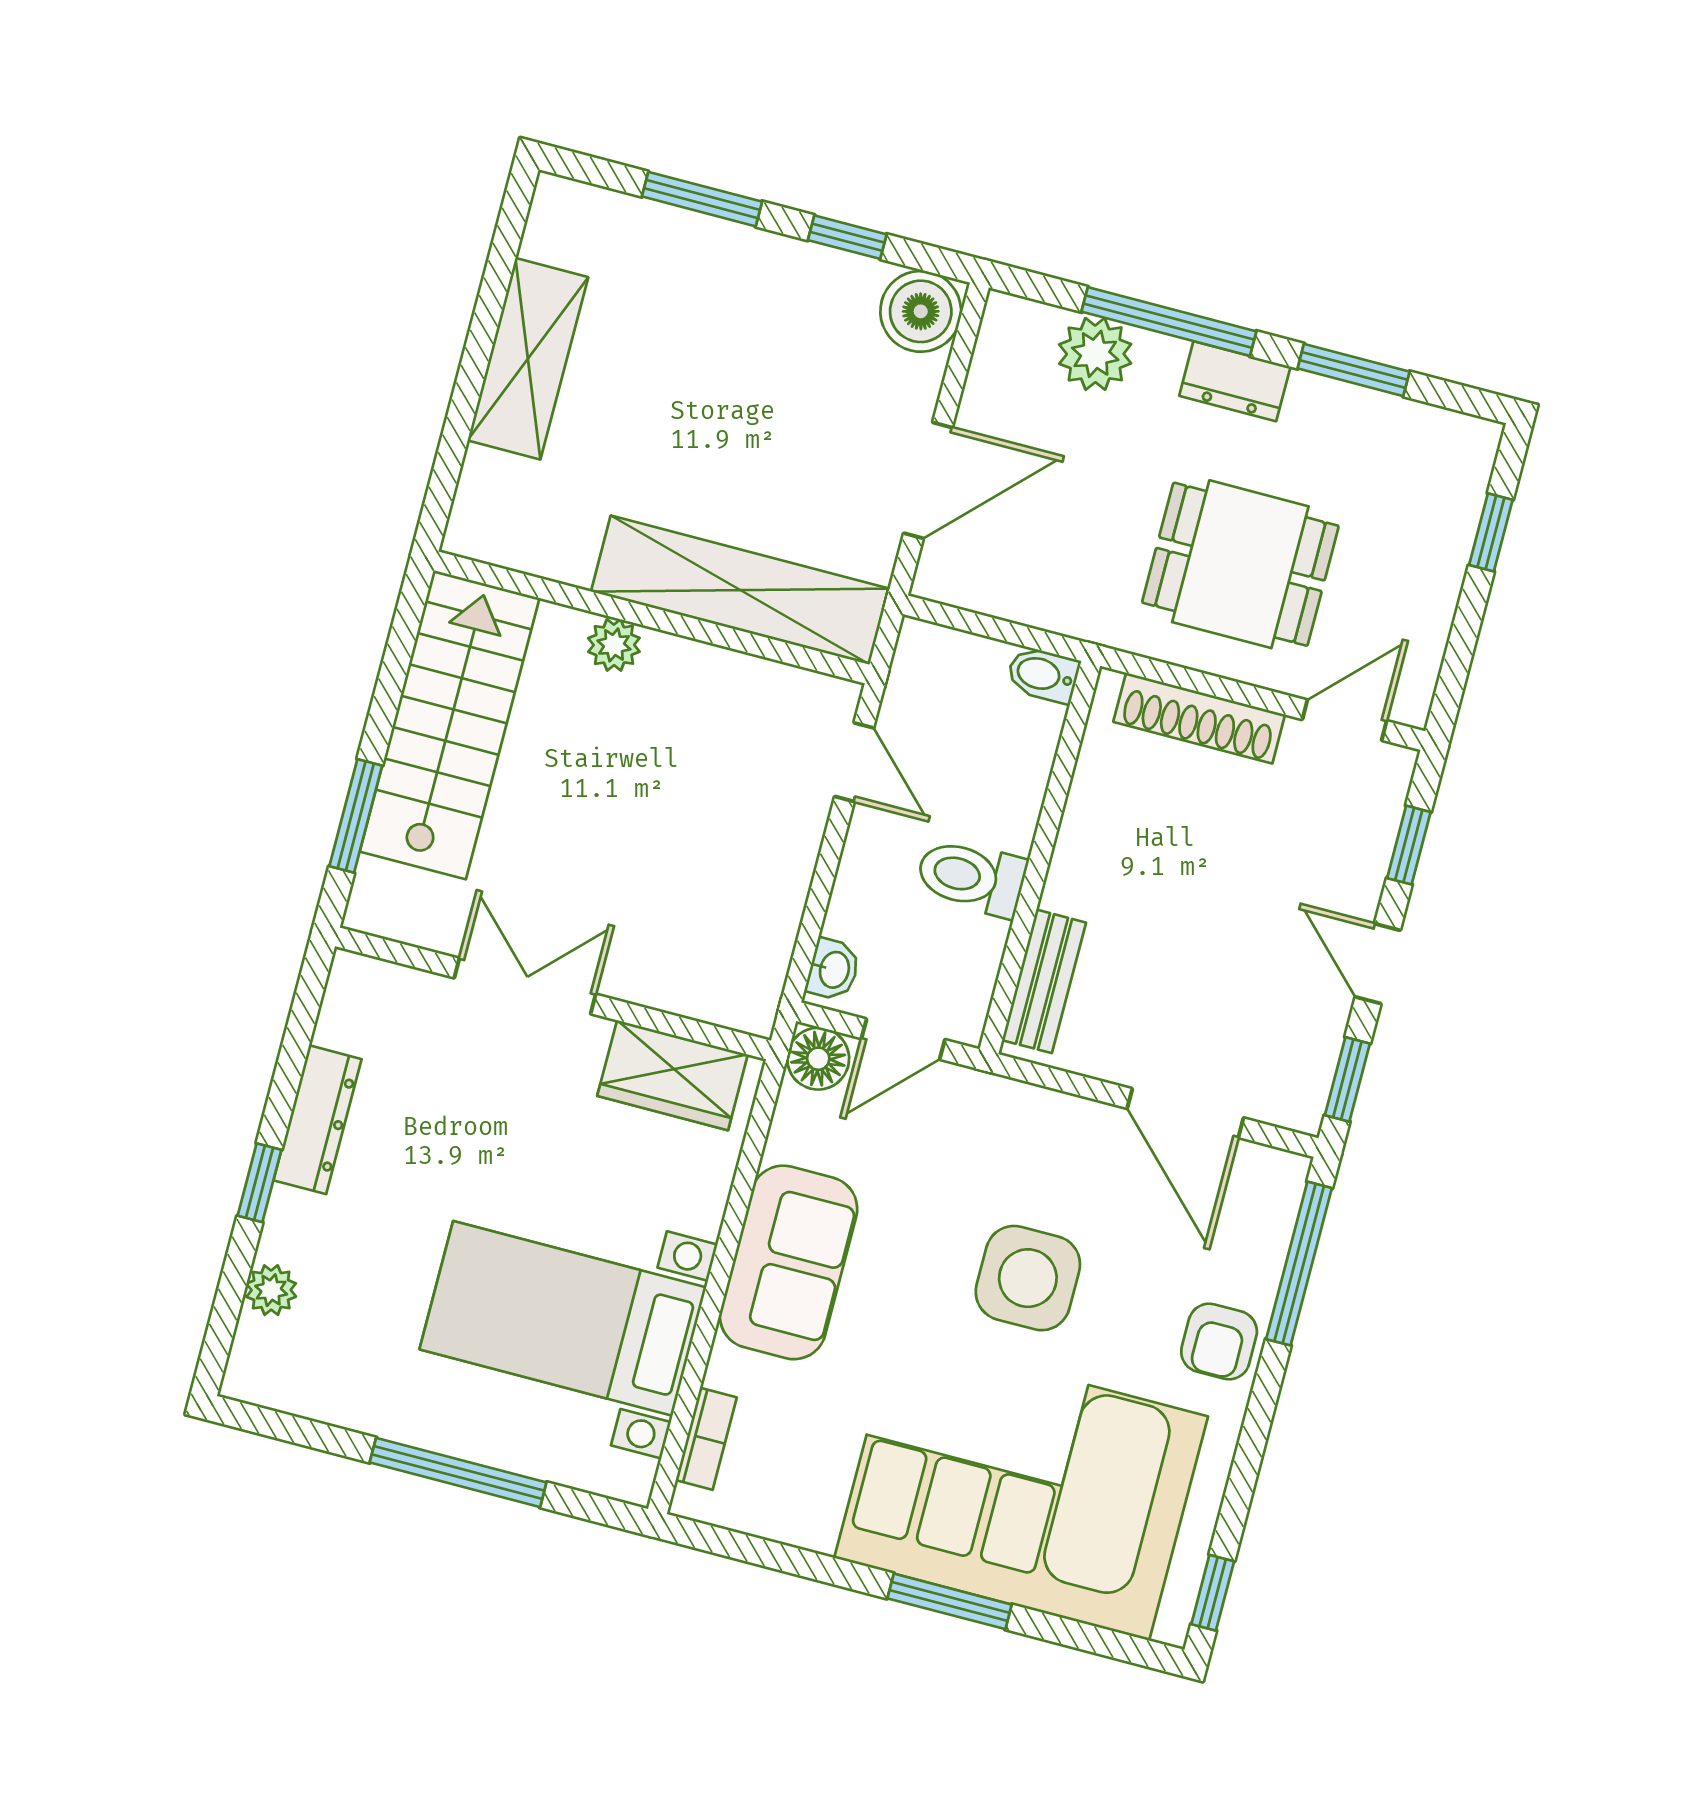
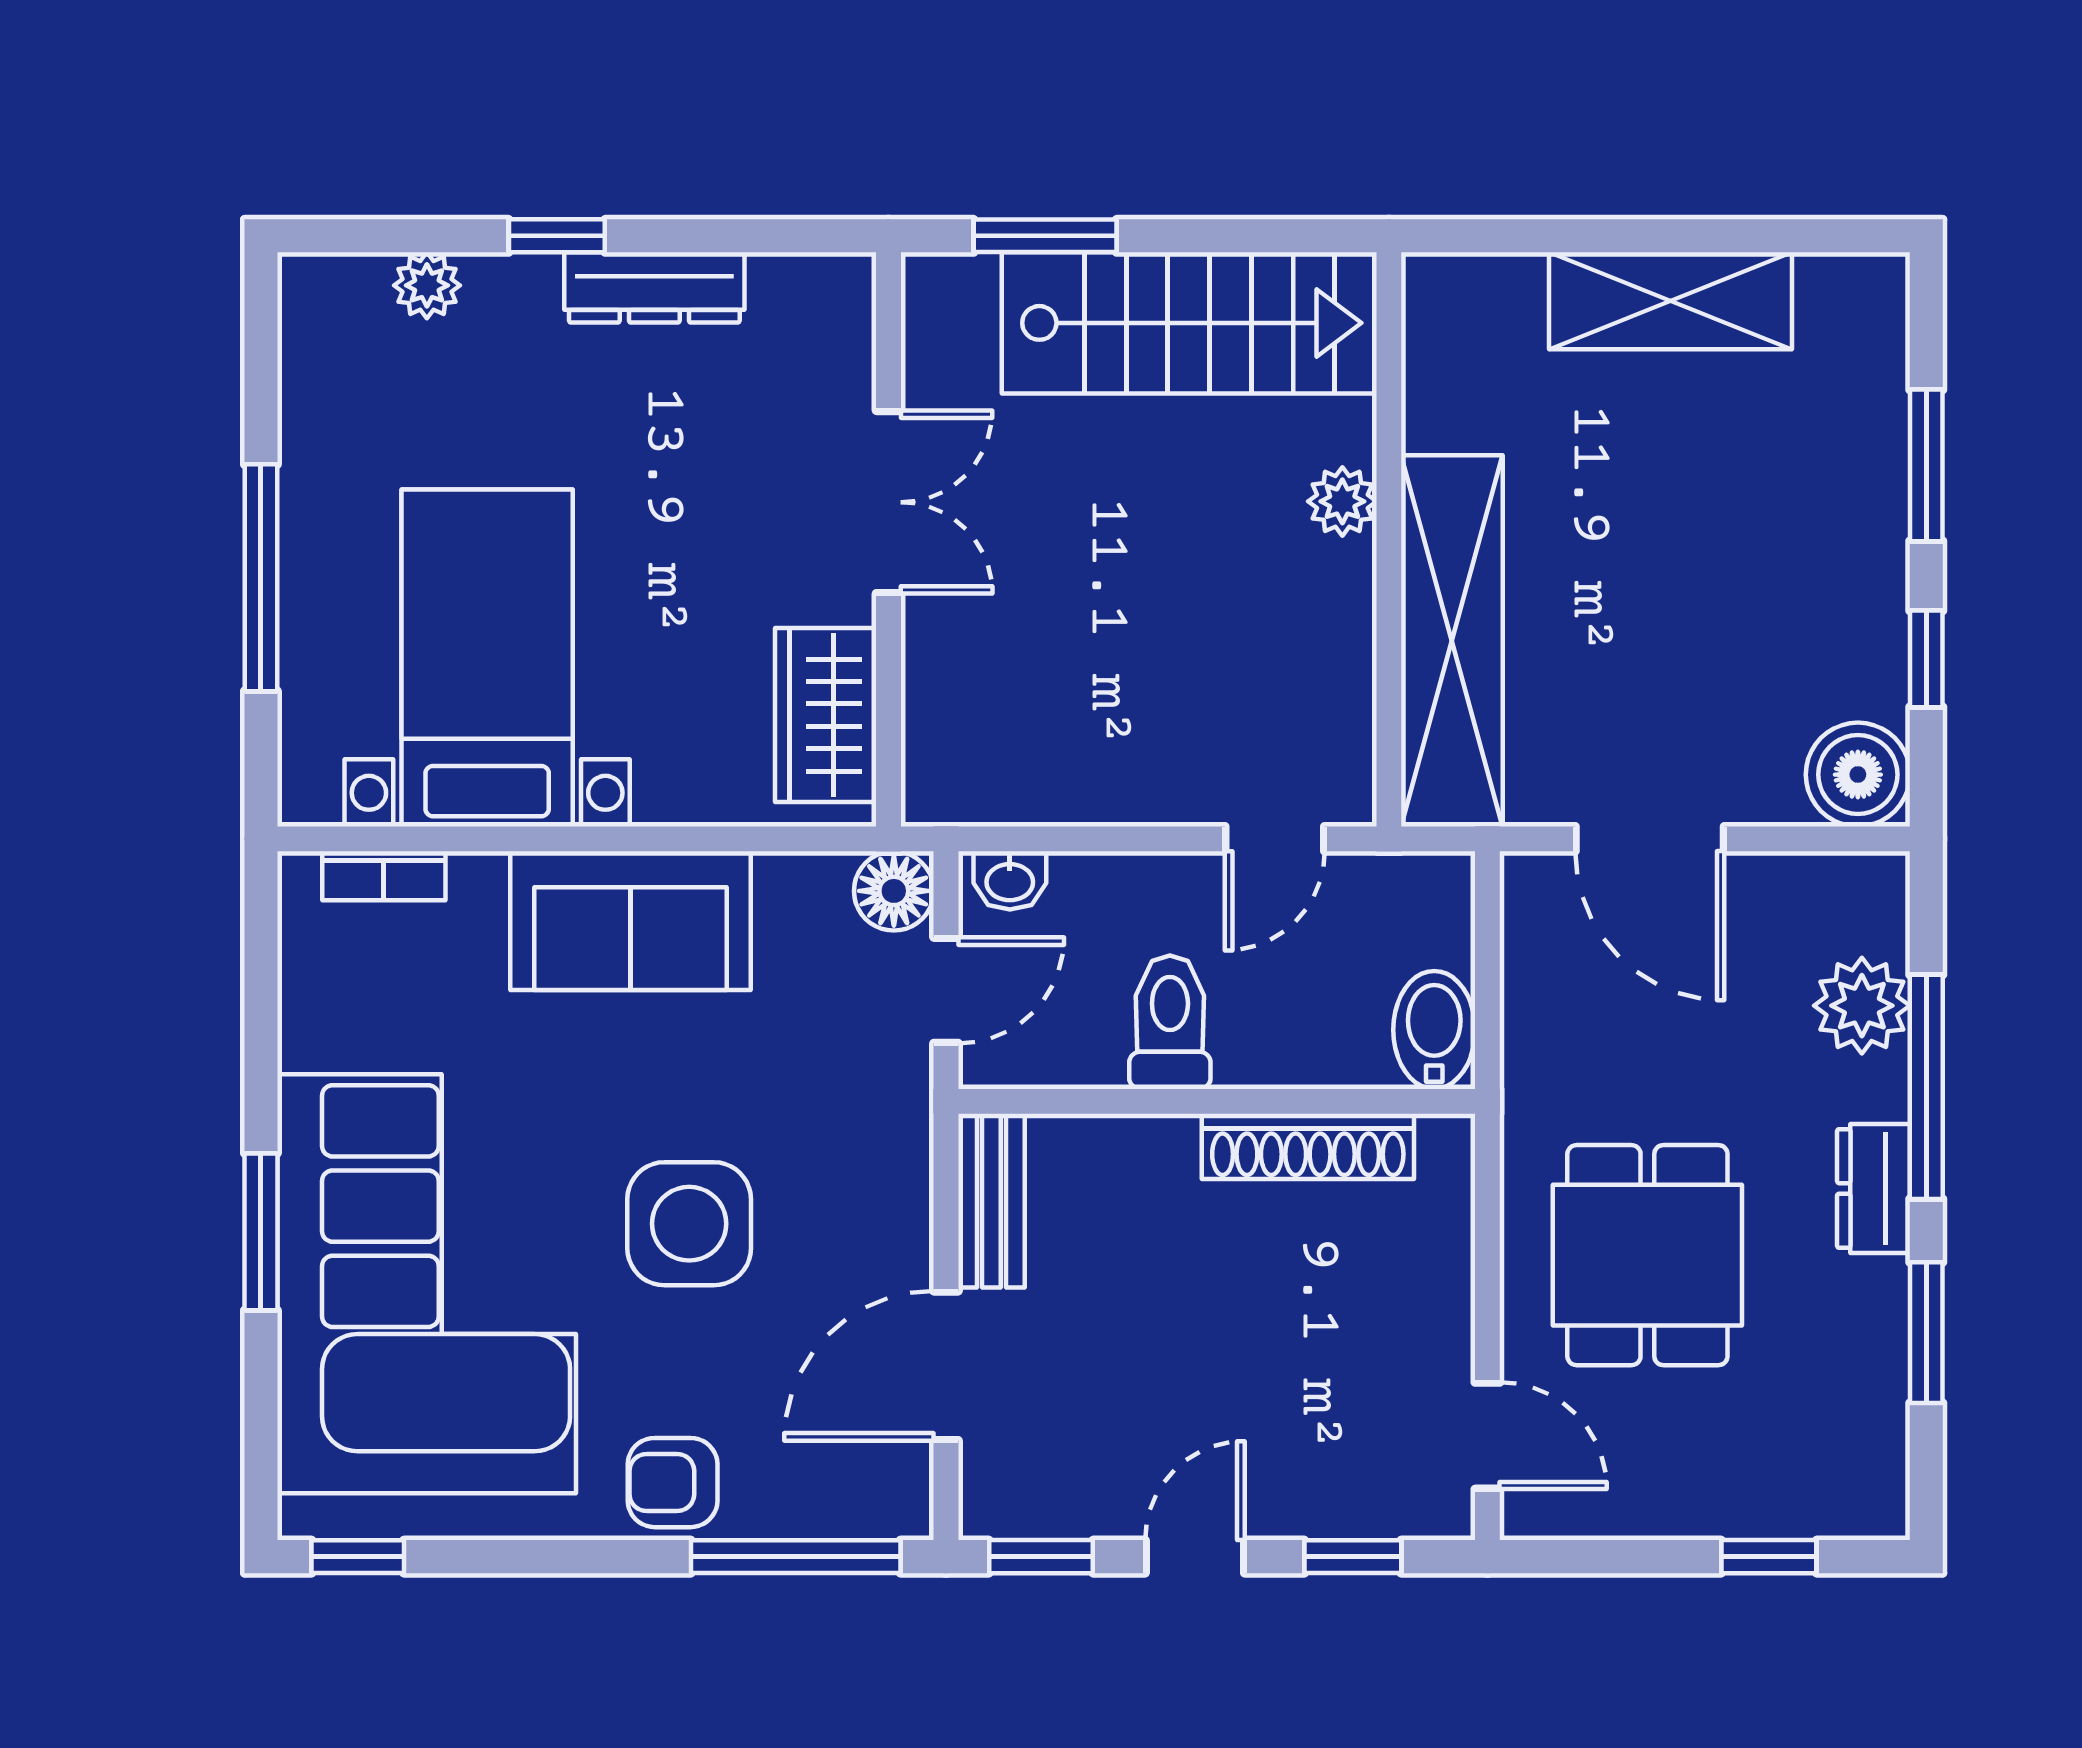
bidet: (1043, 675) -> (1434, 1030), width x1.38, depth x1.36
shoe rack: (1199, 718) -> (1308, 1146), moved, turned -90
bench: (1044, 981) -> (991, 1201), moved, turned 90
door: (903, 1039) -> (946, 990), swing flipped

